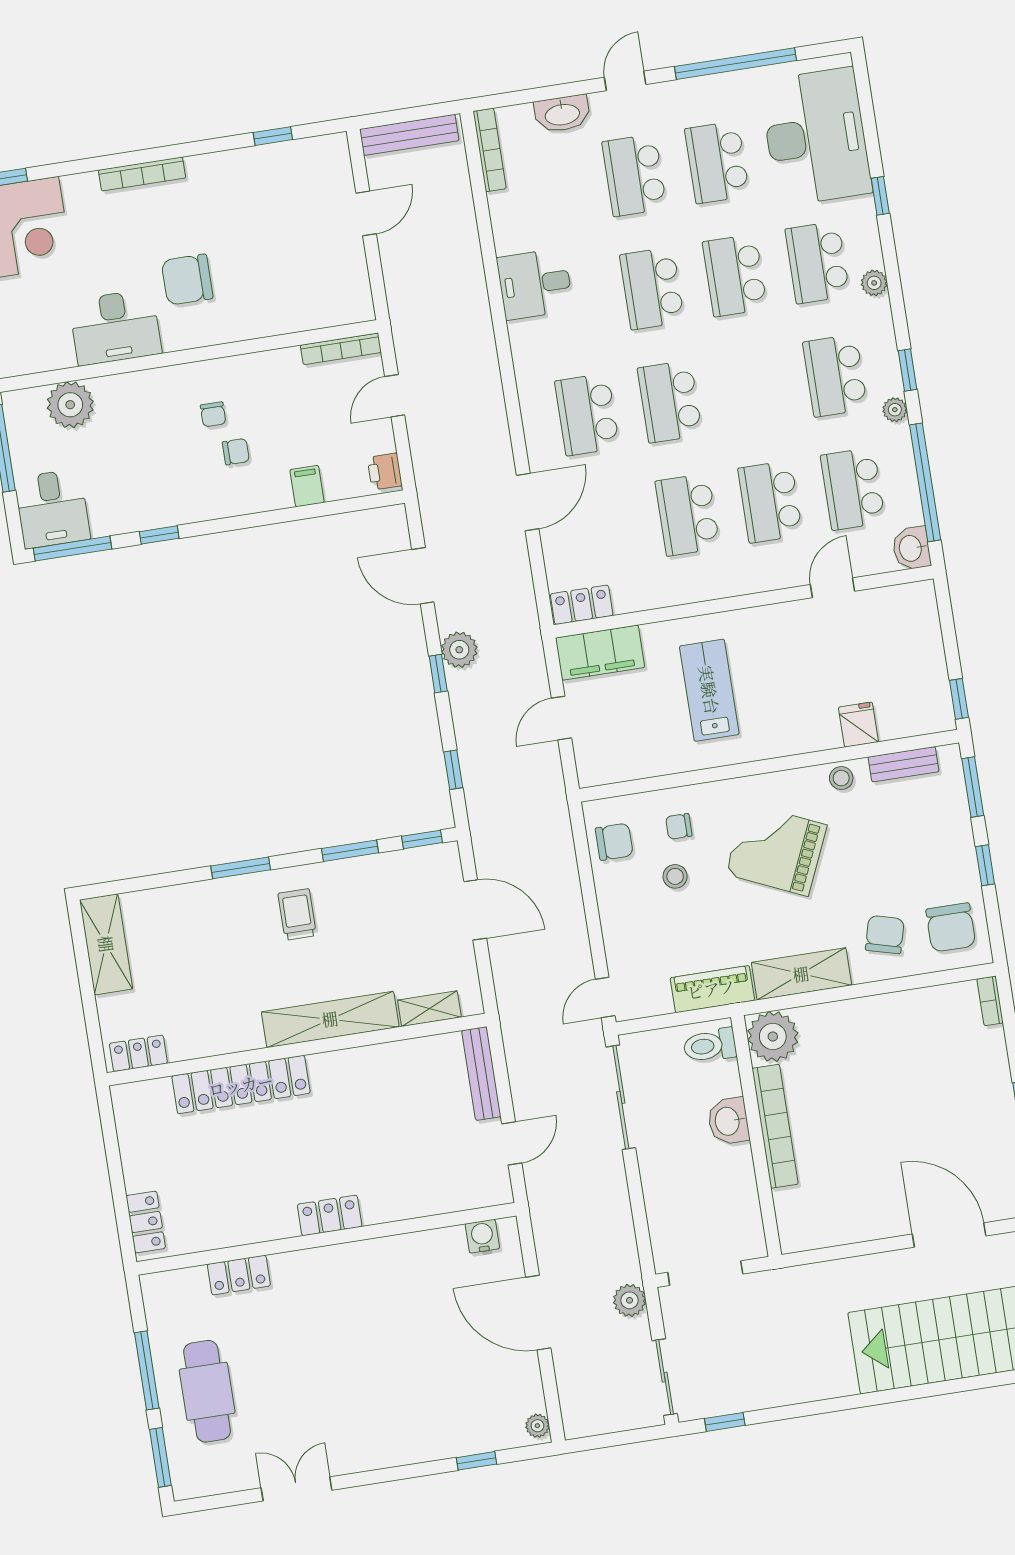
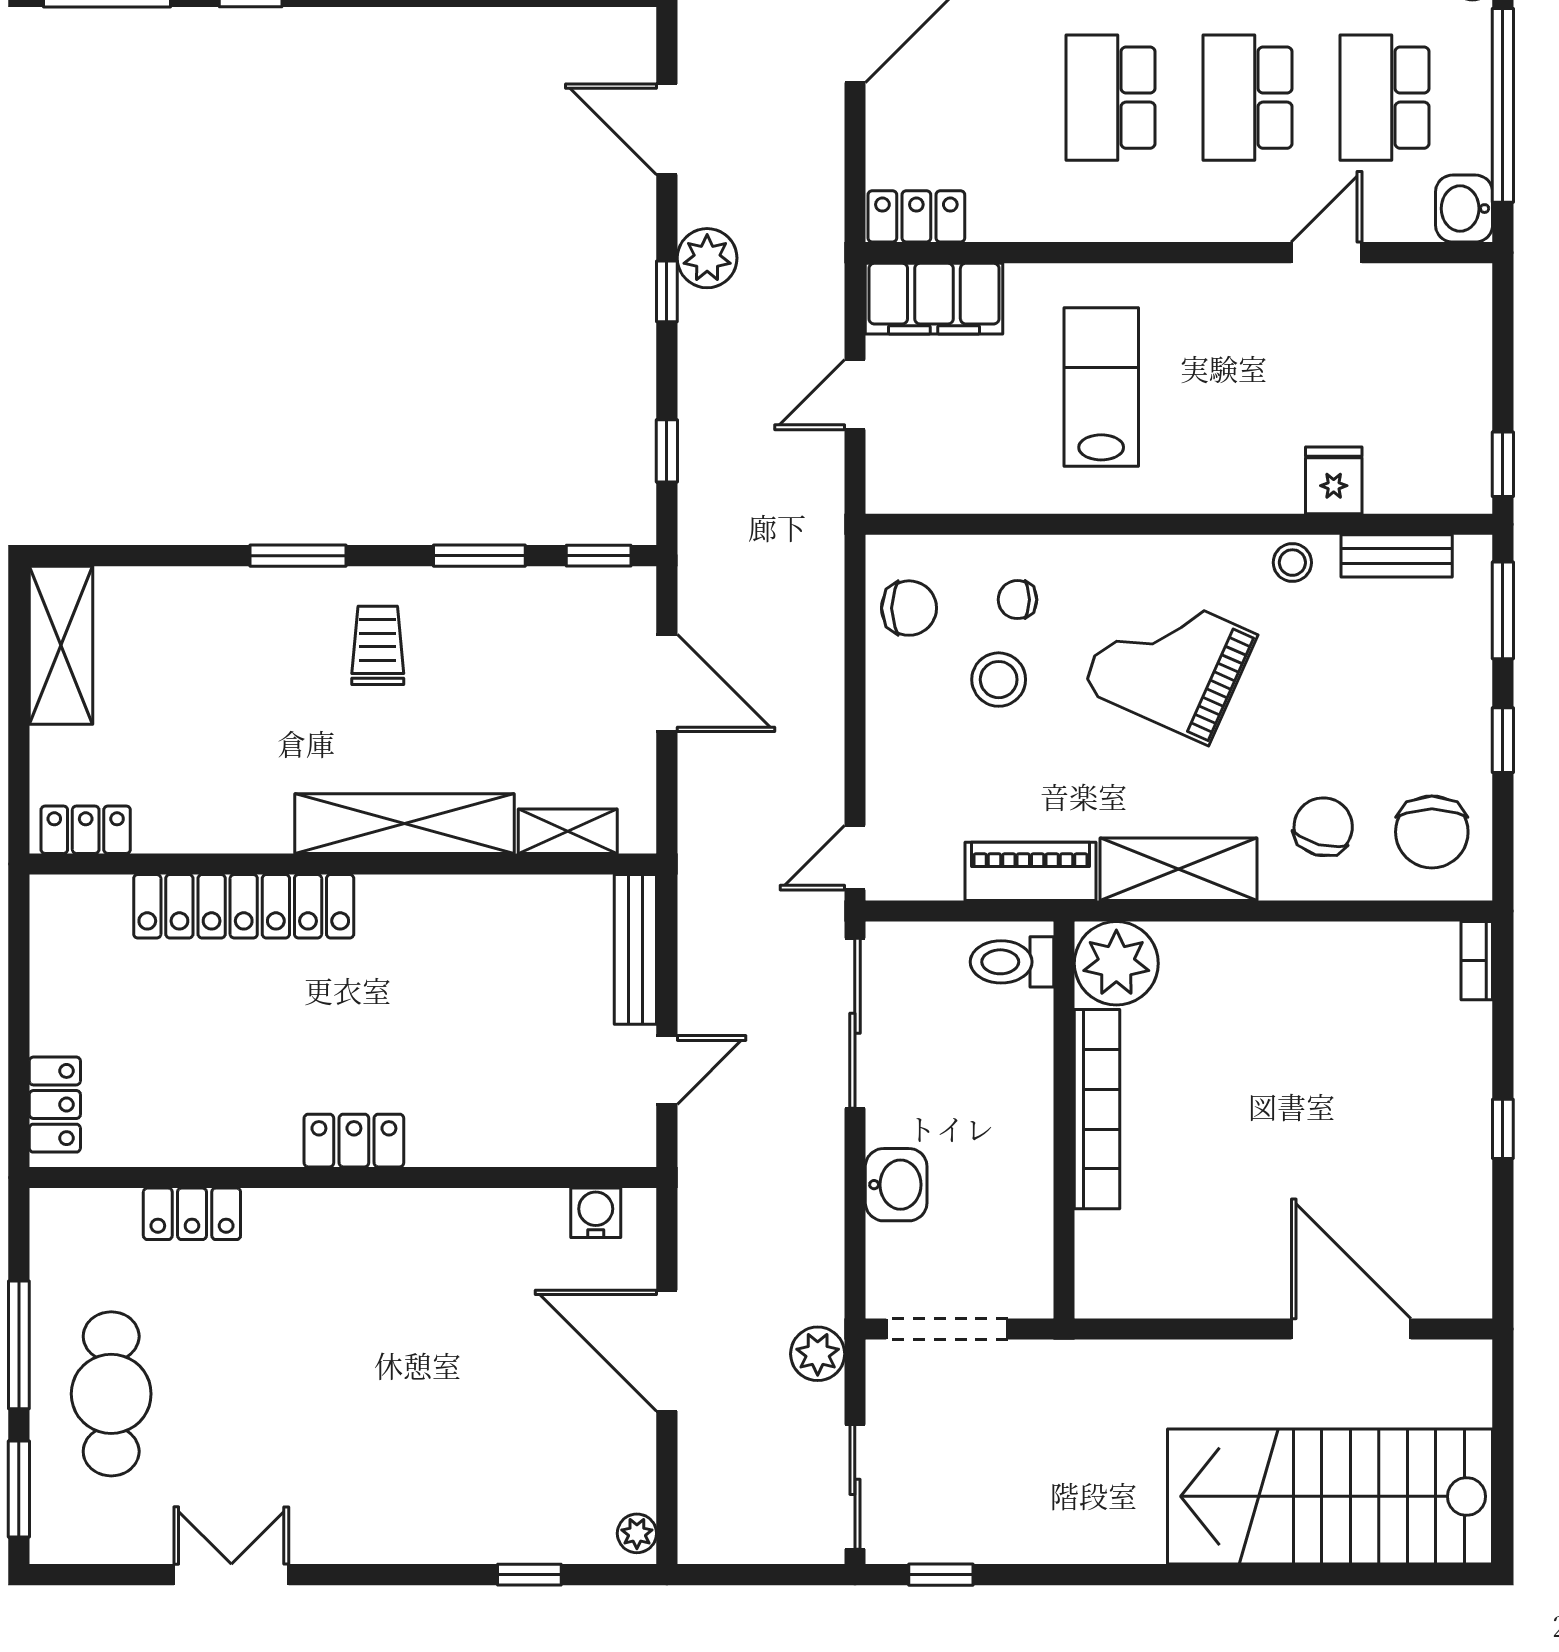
stool: (675, 876) -> (999, 680), width x1.37, depth x1.37
washbasin: (728, 1121) -> (896, 1185), moved, turned 180

